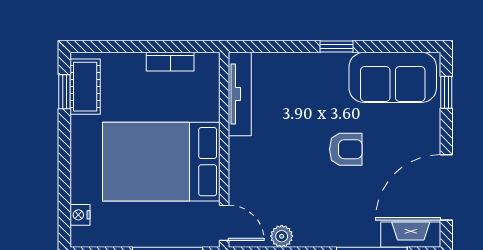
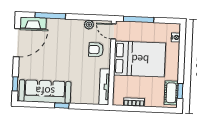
sofa: (393, 77) -> (45, 91), width x1.36
armchair: (346, 149) -> (96, 50), moved

